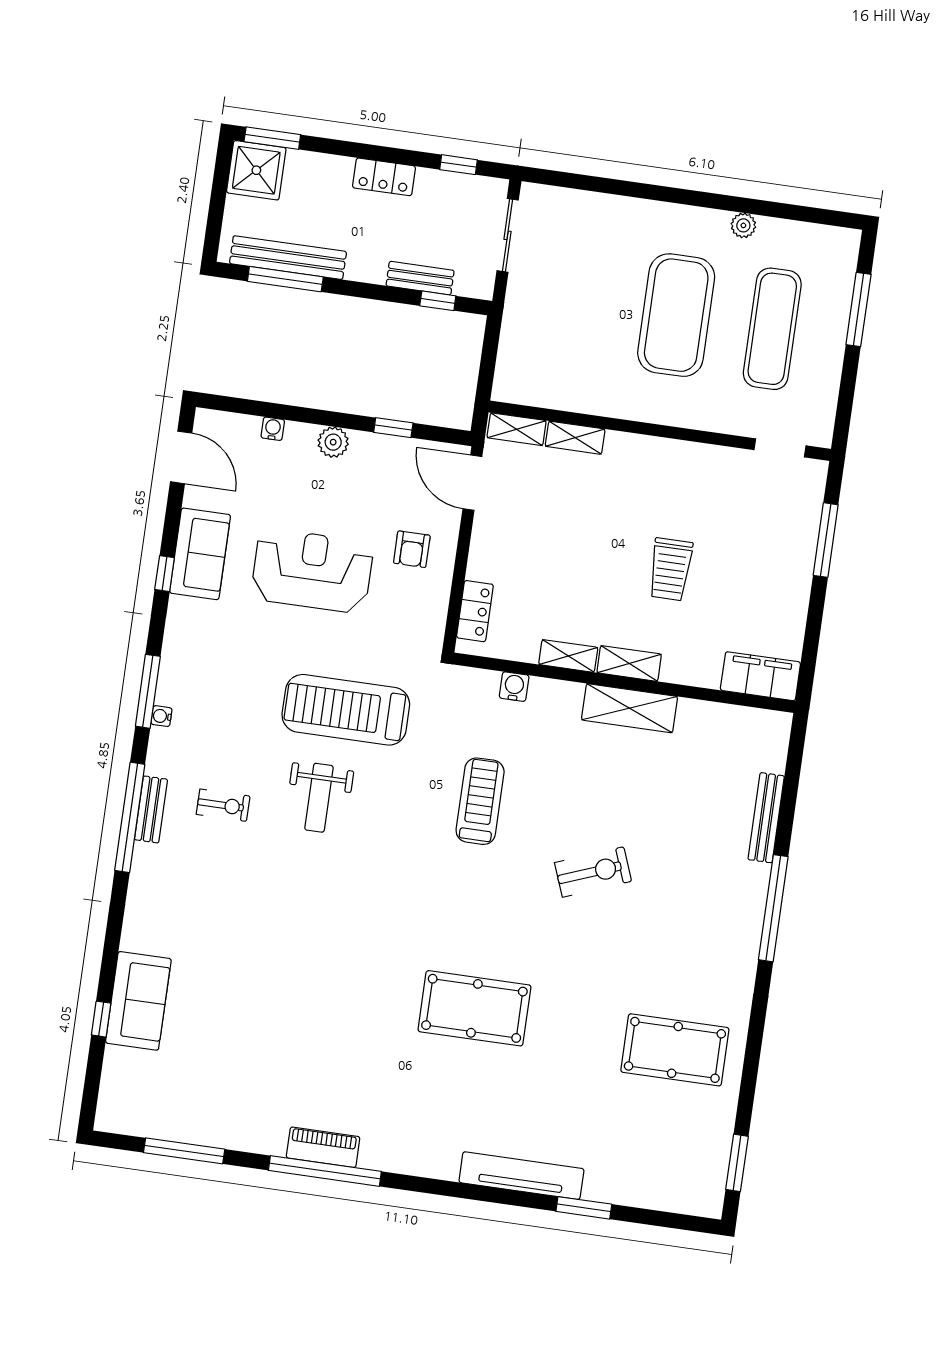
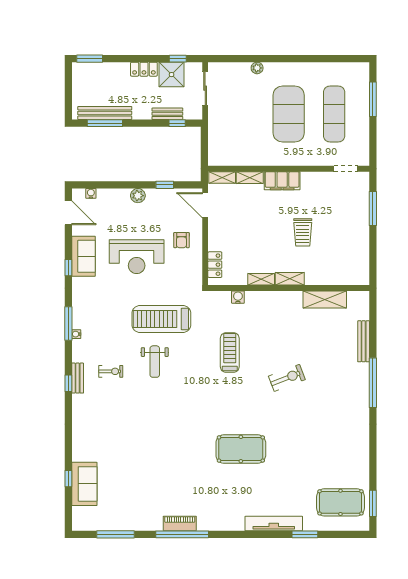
shower: (256, 170) -> (172, 75), moved
plant: (743, 225) -> (257, 68), moved
water cooler: (273, 429) -> (91, 193), moved
reception desk: (312, 571) -> (137, 257), turned 180
filing cabinet: (760, 676) -> (282, 181), moved, turned 180
shelving: (629, 708) -> (325, 299), moved
window: (130, 817) -> (68, 383), width x0.32
sofa: (138, 1001) -> (84, 484), moved
pool table: (675, 1050) -> (340, 502), moved

